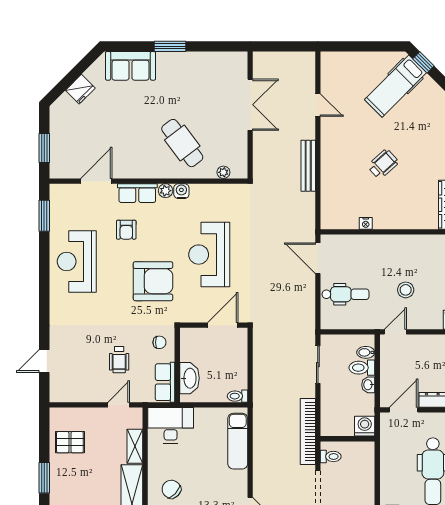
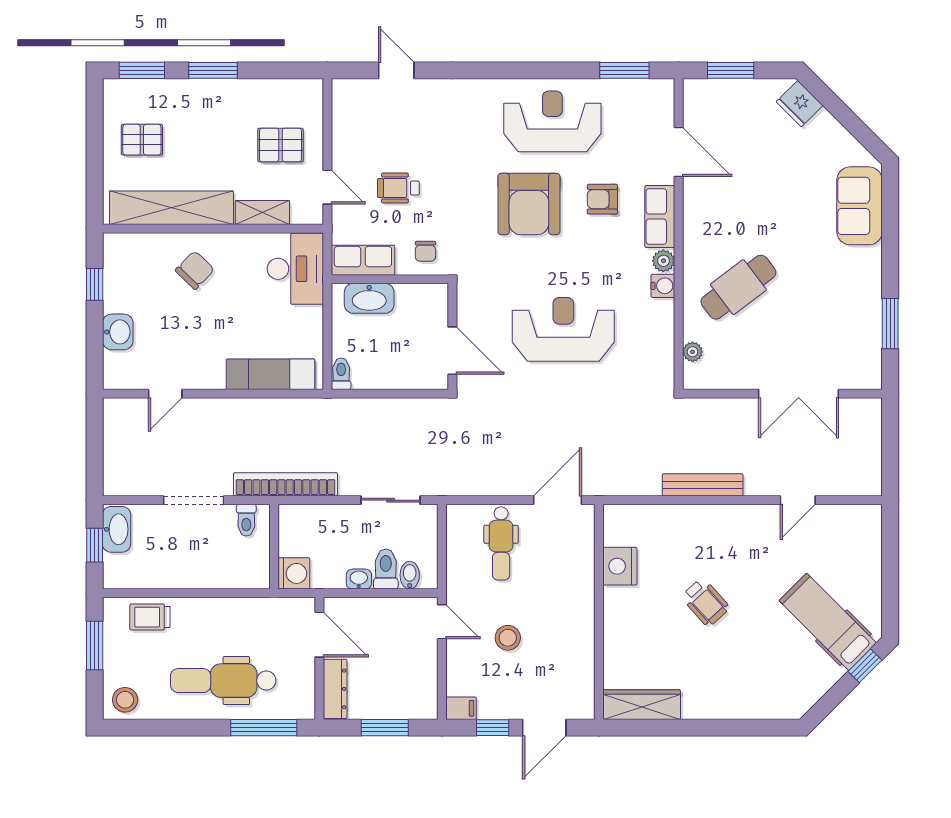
window: (170, 46) -> (890, 324), moved
fridge: (80, 89) -> (800, 104), moved
nightstand: (366, 223) -> (620, 566), width x1.89, depth x1.79
armchair: (153, 281) -> (529, 204), moved
pallet: (70, 442) -> (280, 145), moved, turned 90

